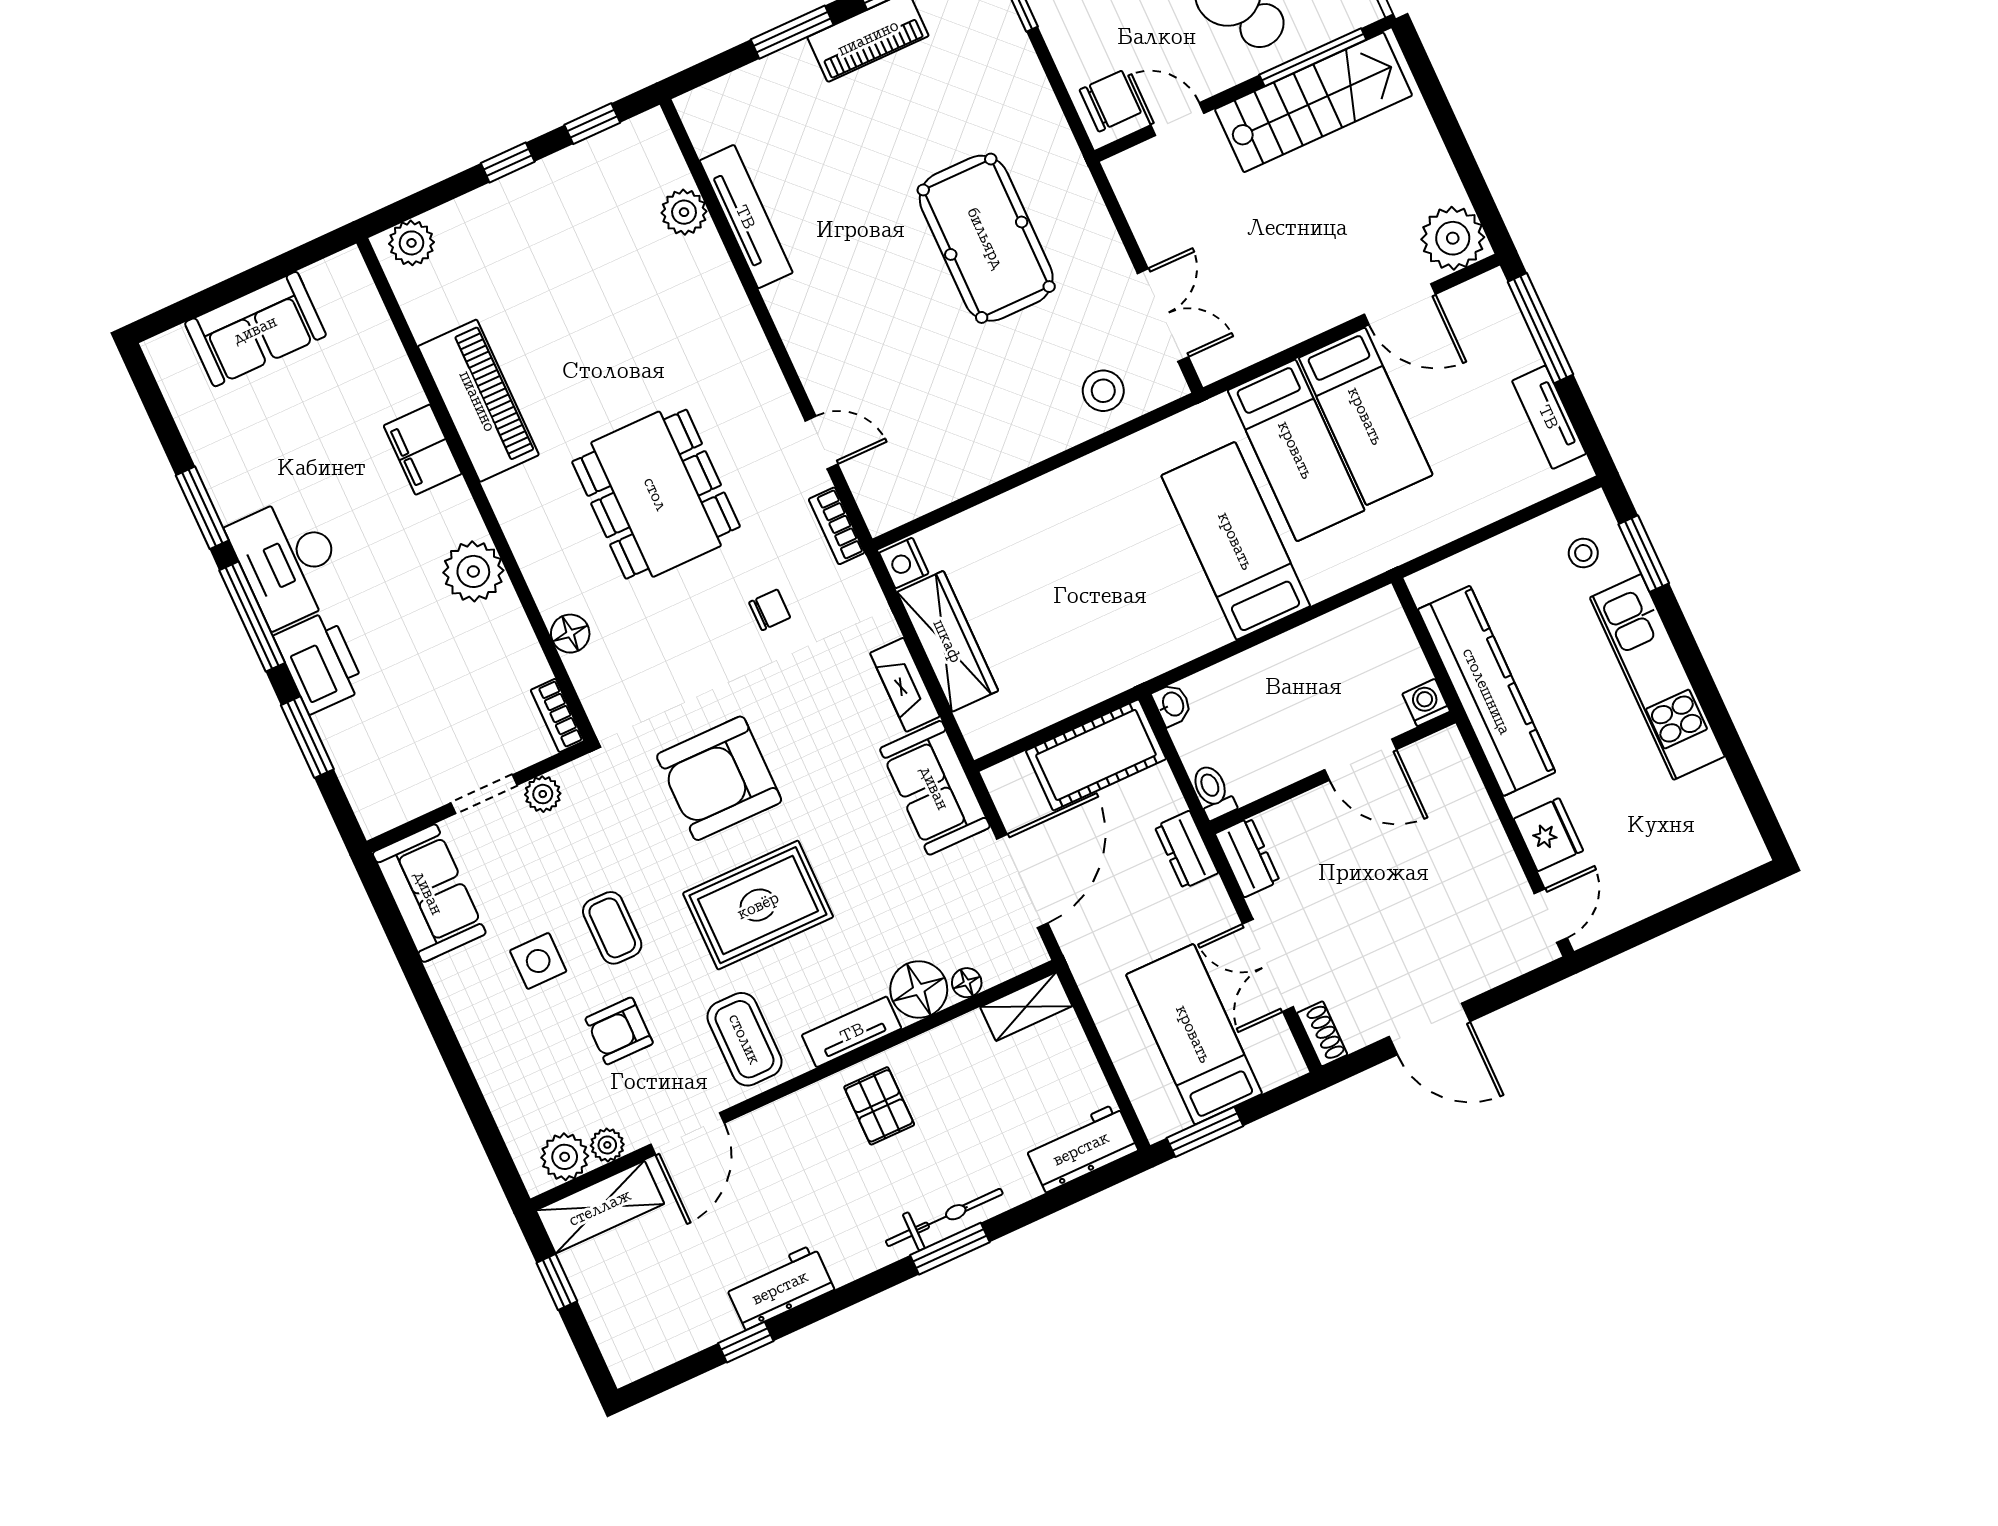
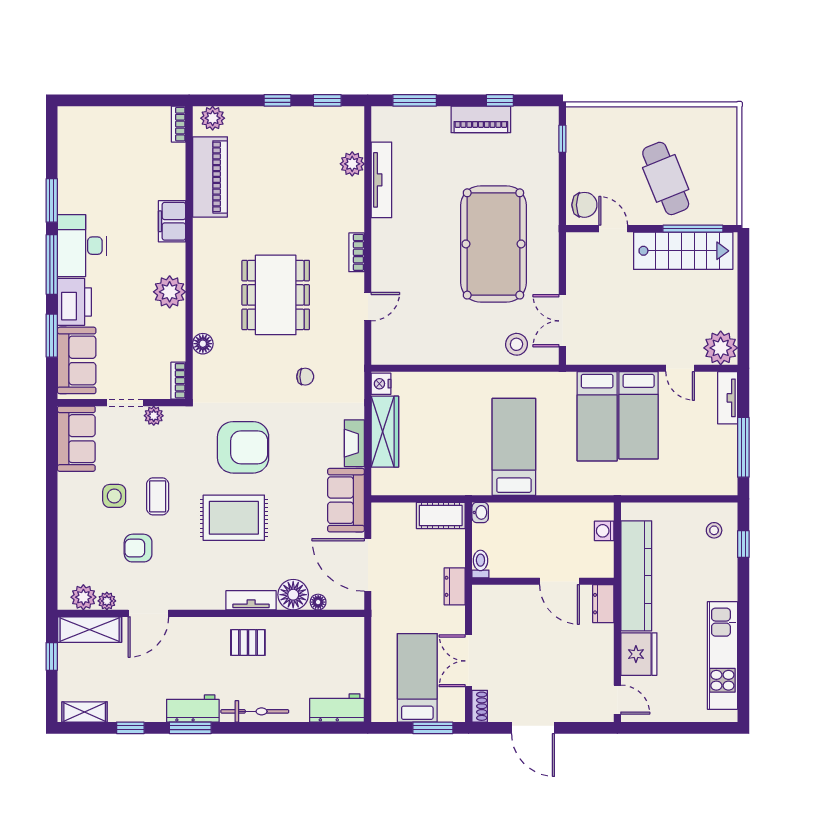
window: (792, 32) -> (415, 100), moved
pool table: (986, 238) -> (493, 244), width x1.36, depth x1.32
bookcase: (358, 280) -> (179, 124), added
door: (1400, 304) -> (680, 368), width x0.73
double door: (1163, 315) -> (562, 321), swing flipped
window: (1540, 328) -> (743, 447), moved
sofa: (255, 329) -> (77, 360), moved, turned -90
piano: (478, 401) -> (210, 177), moved
tv unit: (1549, 417) -> (728, 398), moved
door: (821, 442) -> (368, 307), hinge flipped
bookcase: (837, 526) -> (357, 252), moved
bed: (1236, 541) -> (514, 447), moved
window: (1644, 554) -> (743, 544), width x0.67
kitchen unit: (1657, 677) -> (722, 655), moved
washing machine: (1426, 703) -> (604, 531), moved, turned -90
cot: (1096, 755) -> (441, 516), width x0.73, depth x0.75
armchair: (719, 778) -> (243, 447), turned 180
fridge: (1548, 835) -> (639, 654), width x1.36, depth x1.34
dresser: (1247, 857) -> (603, 604), moved, turned 180
door: (1022, 881) -> (368, 565), swing flipped
door: (1551, 916) -> (617, 700), hinge flipped
shelving: (1026, 1006) -> (85, 712), moved
coffee table: (745, 1039) -> (197, 580), removed
pallet: (879, 1106) -> (248, 643), turned 90
window: (1205, 1132) -> (433, 728), moved
window: (950, 1249) -> (190, 728), moved
workbench: (780, 1287) -> (193, 709), moved

